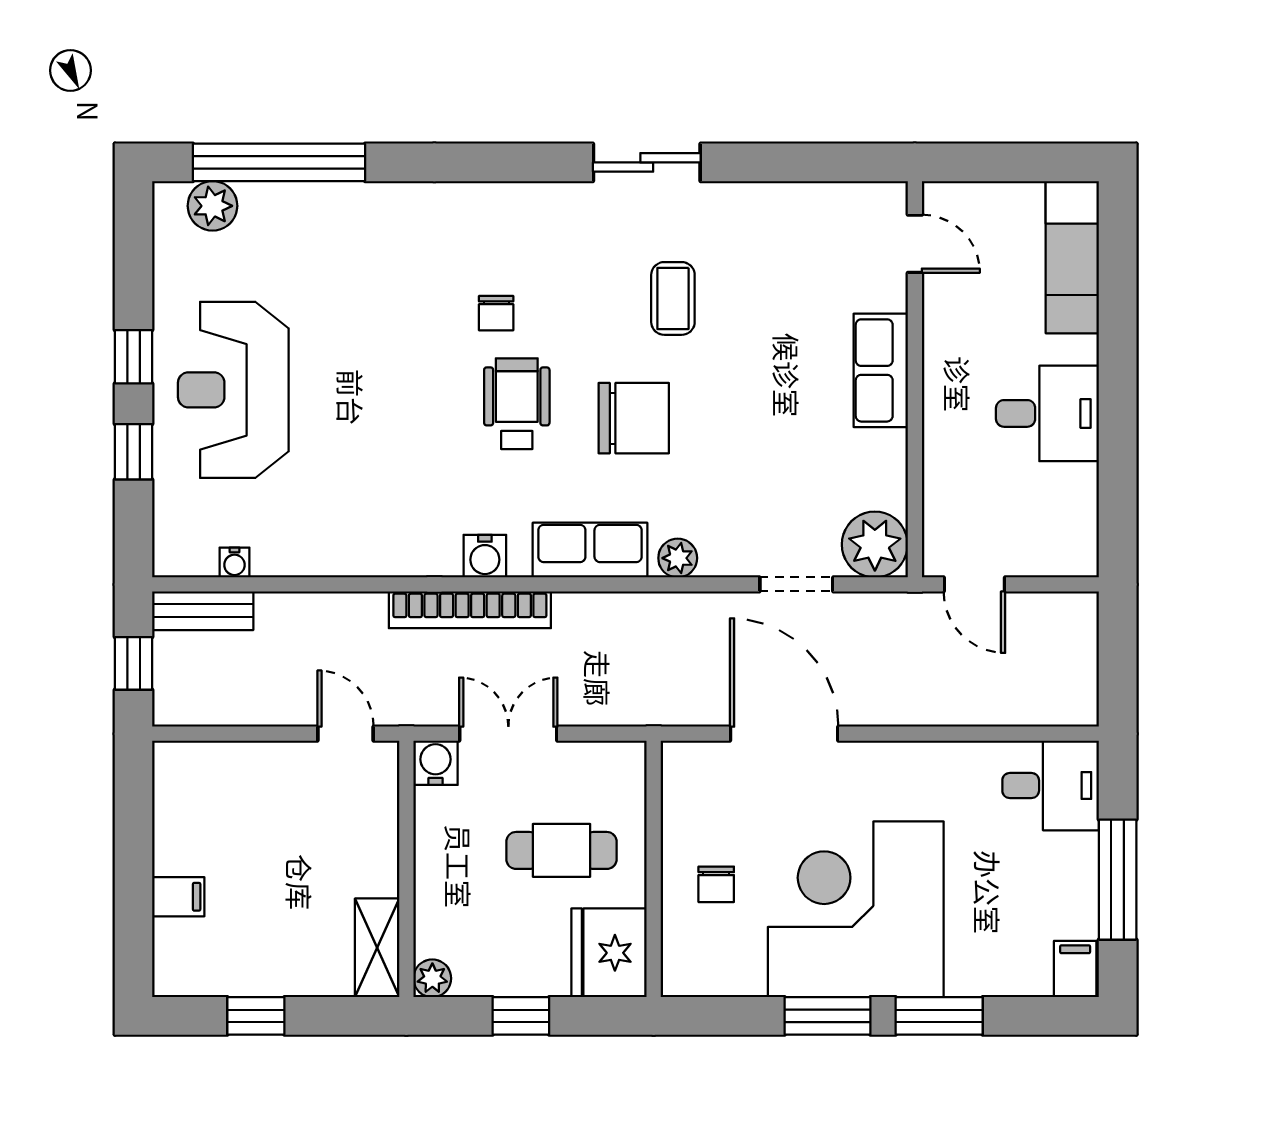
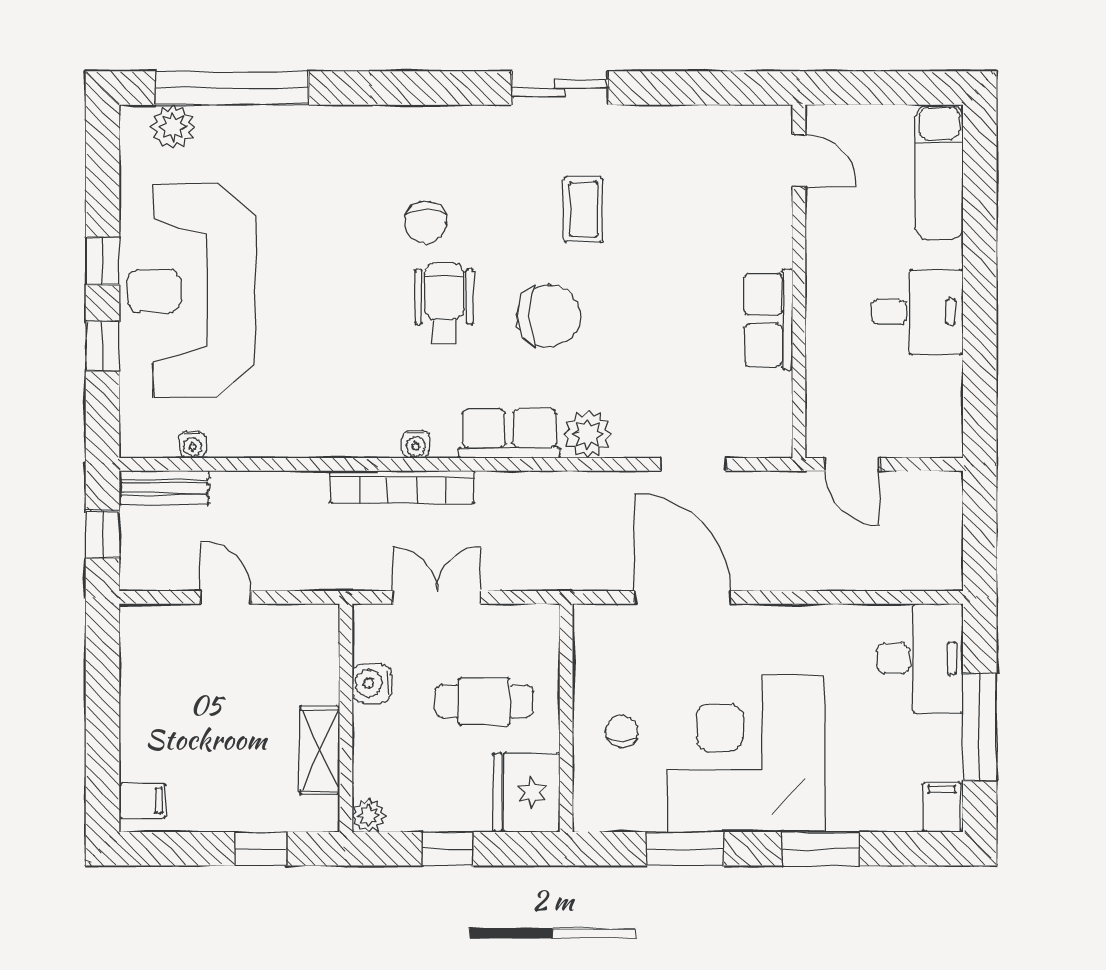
chair: (496, 313) -> (426, 222), width x1.37, depth x1.37
row of seats: (881, 370) -> (768, 319), moved
reception desk: (233, 390) -> (191, 291), width x1.36, depth x1.30
plant: (875, 544) -> (763, 429), removed
water cooler: (485, 556) -> (416, 444), width x0.72, depth x0.72
plant: (678, 558) -> (588, 434), width x1.38, depth x1.38
door: (346, 734) -> (225, 597), moved
water cooler: (436, 763) -> (372, 683), moved, turned -90
desk: (1051, 786) -> (920, 658), width x1.37
chair: (716, 884) -> (622, 732), turned 180
filing cabinet: (178, 897) -> (142, 801), moved
shelving: (377, 948) -> (320, 750), moved
window: (256, 1016) -> (260, 849), moved
window: (828, 1016) -> (685, 849), moved

